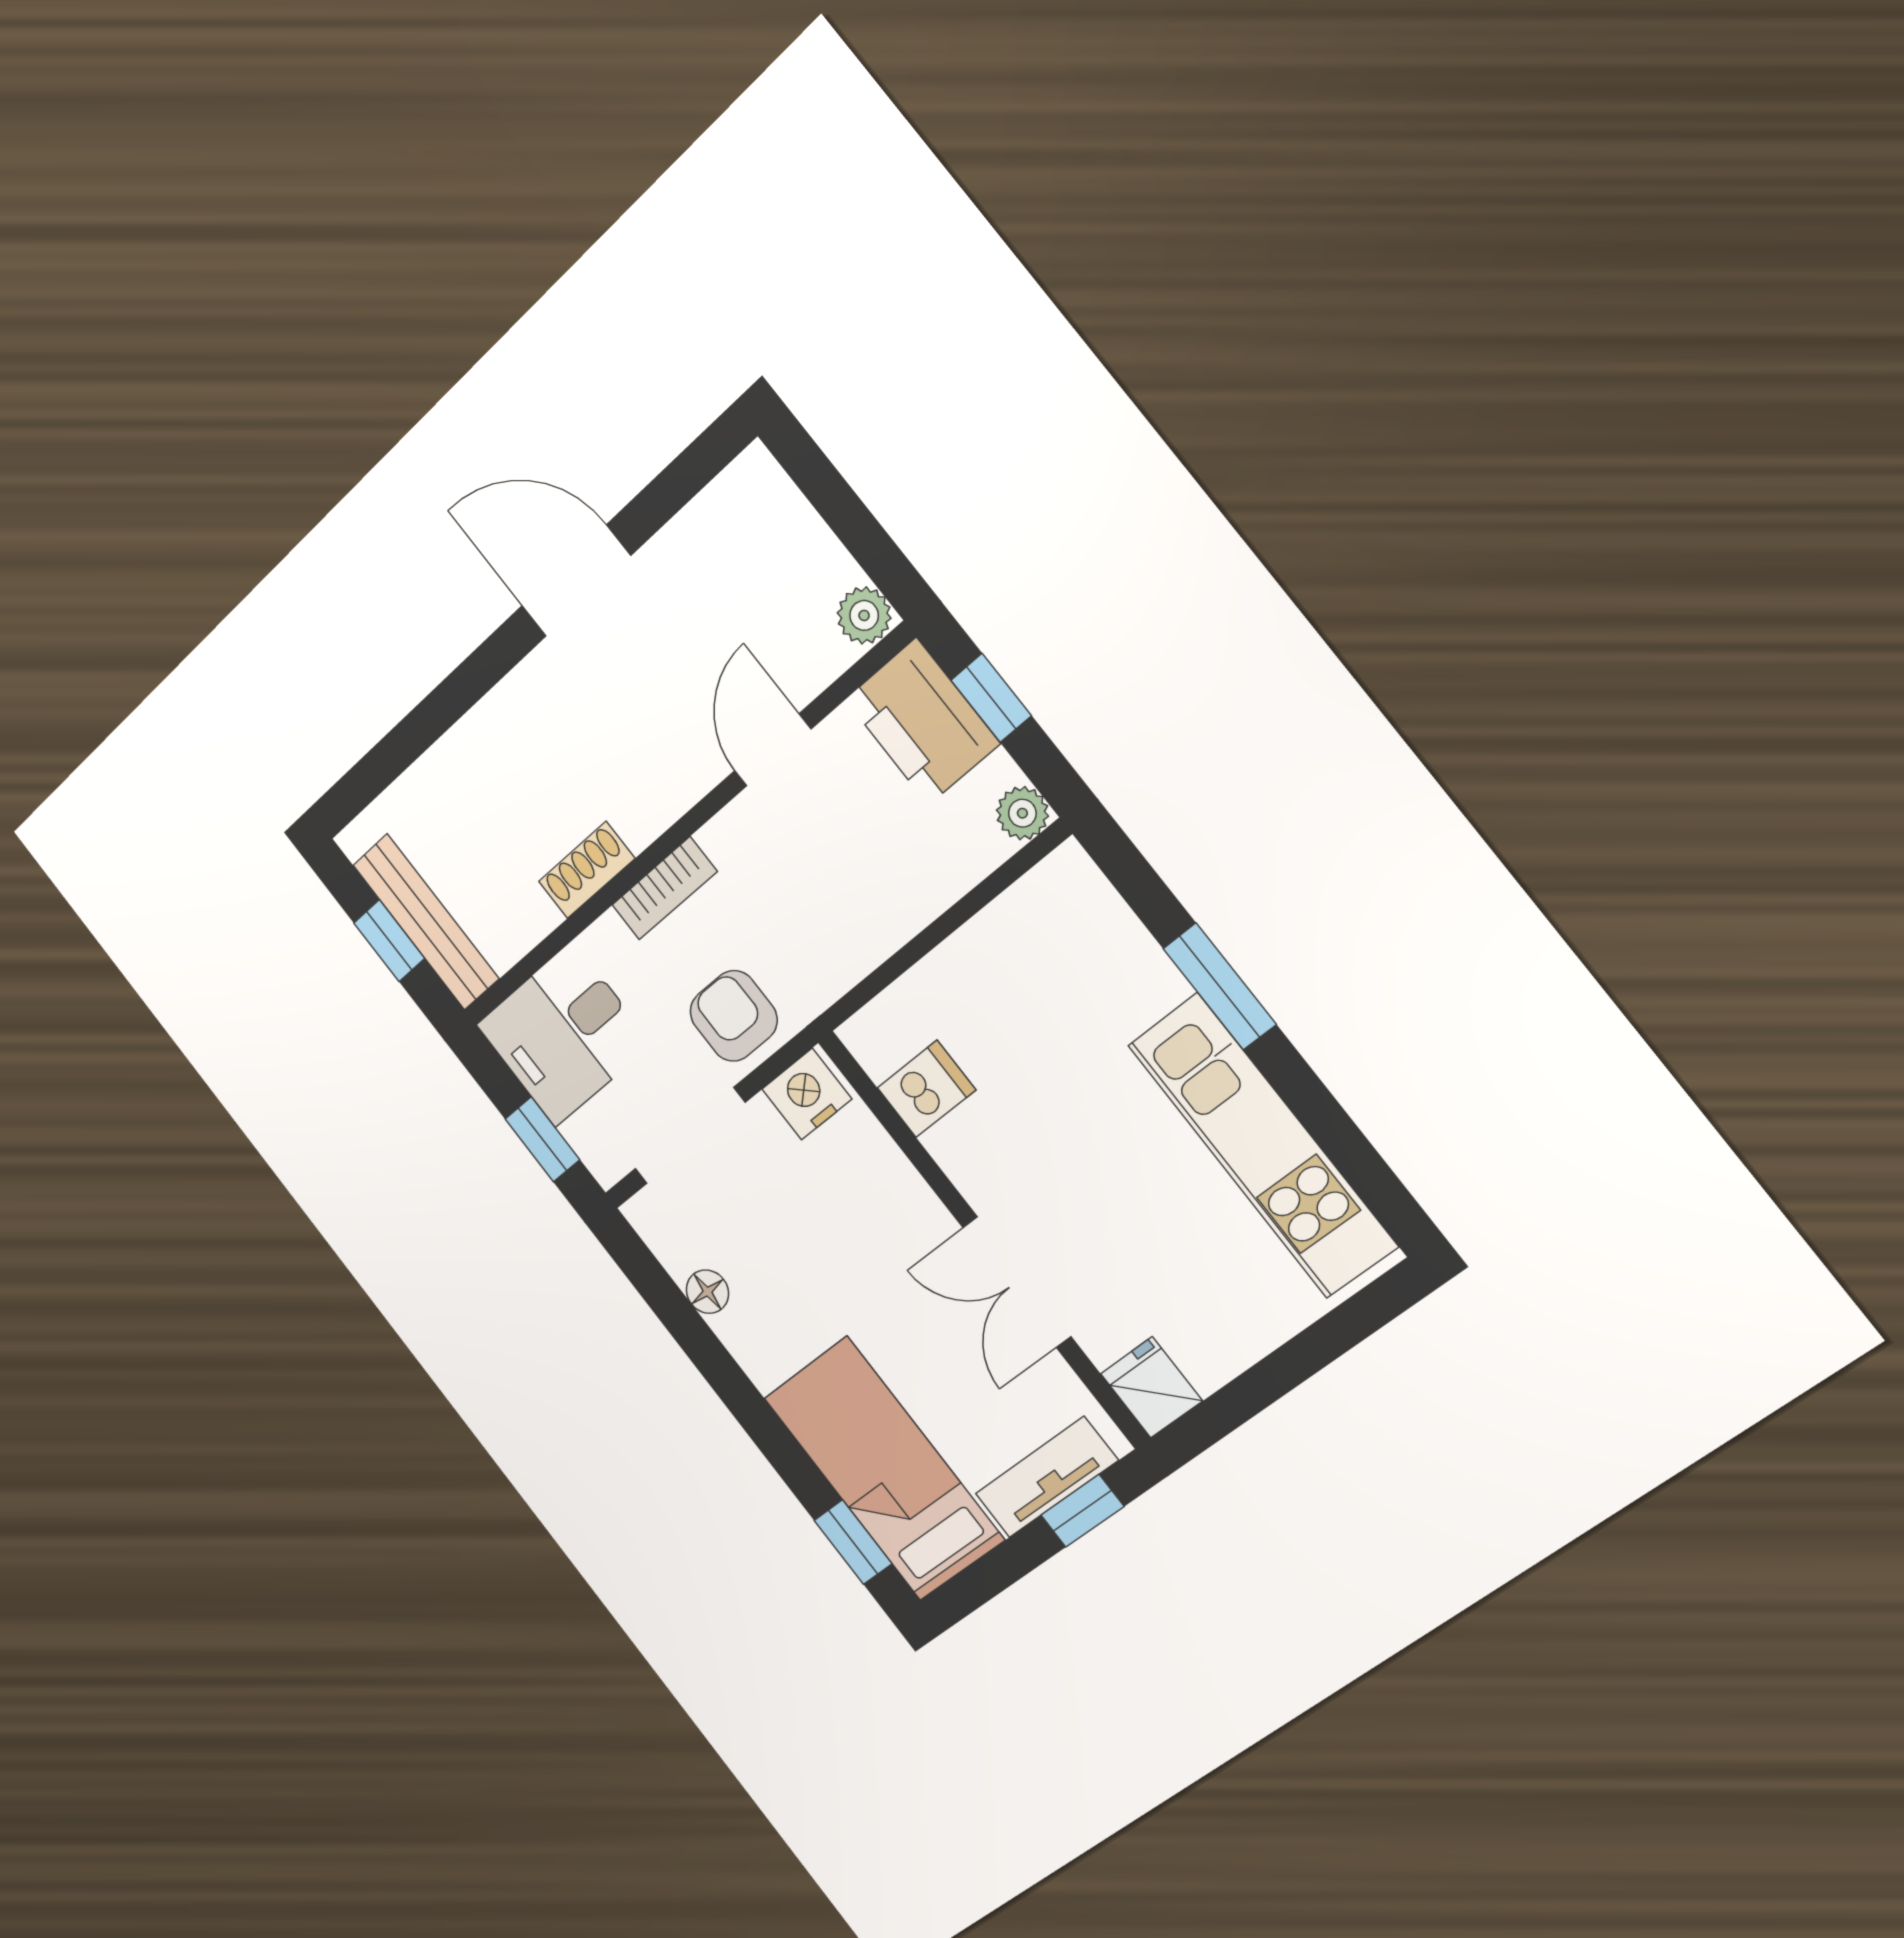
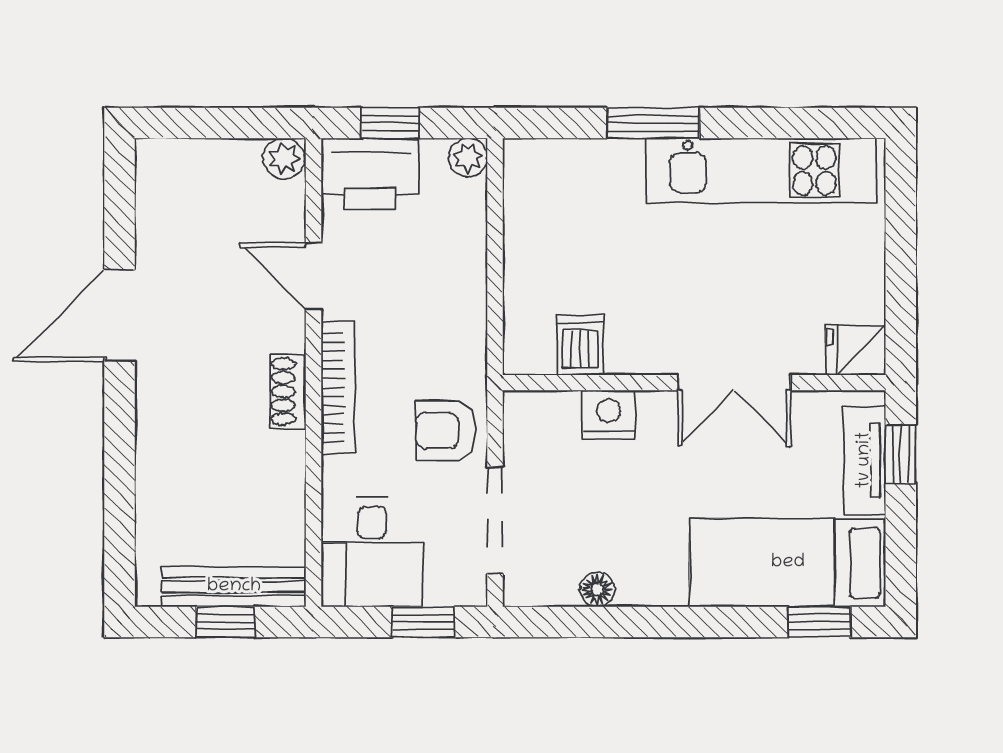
shoe rack: (587, 870) -> (288, 391), moved
bookcase: (665, 888) -> (338, 388), width x1.56
nightstand: (807, 1094) -> (609, 415), moved, turned 90

